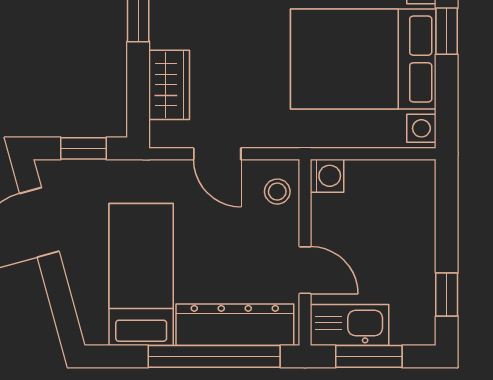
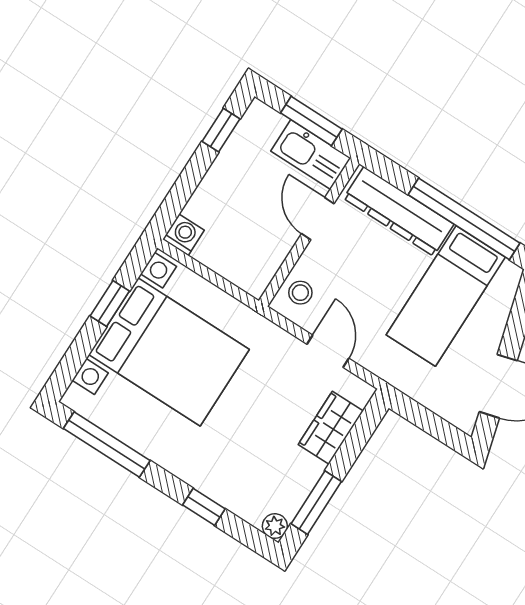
window: (447, 31) -> (110, 304), moved
window: (84, 148) -> (428, 421), removed
washing machine: (327, 176) -> (184, 235), moved, turned 90
window: (214, 356) -> (464, 219), moved

